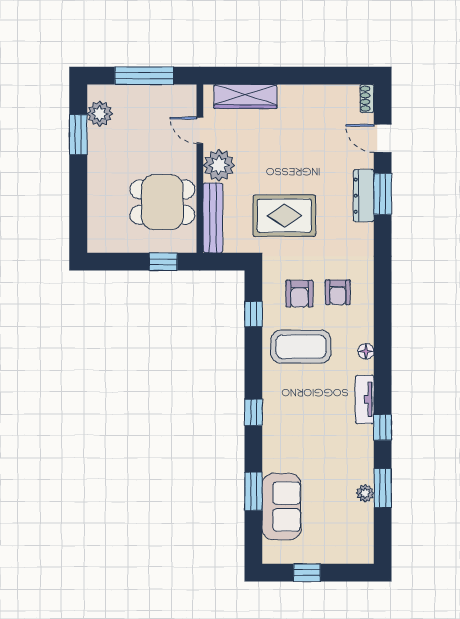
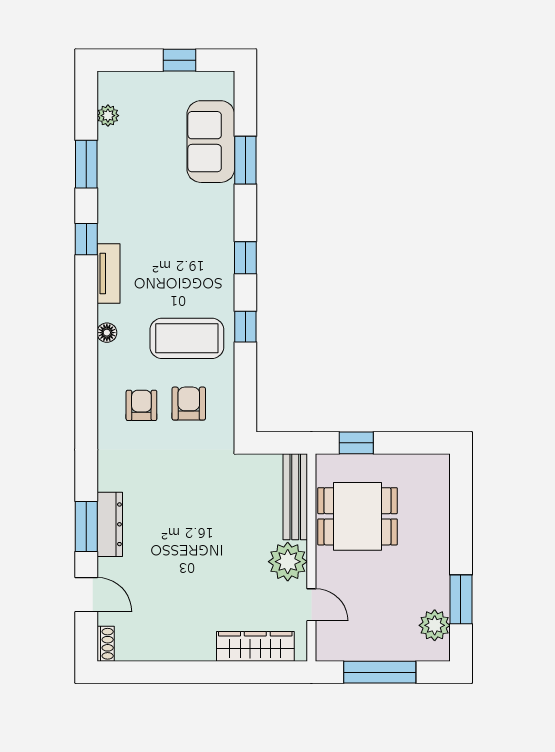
rug: (284, 216) -> (207, 500), removed
window: (253, 314) -> (245, 327), moved
plant: (365, 493) -> (108, 116), moved

